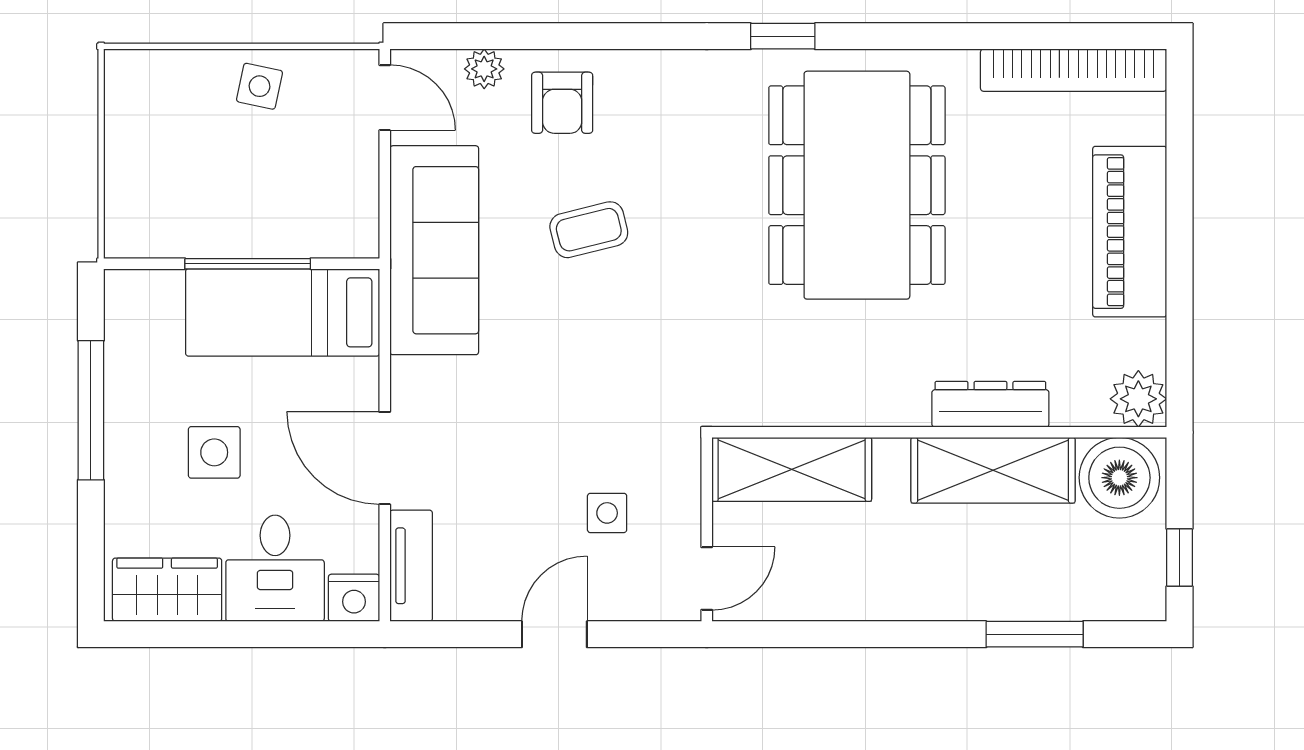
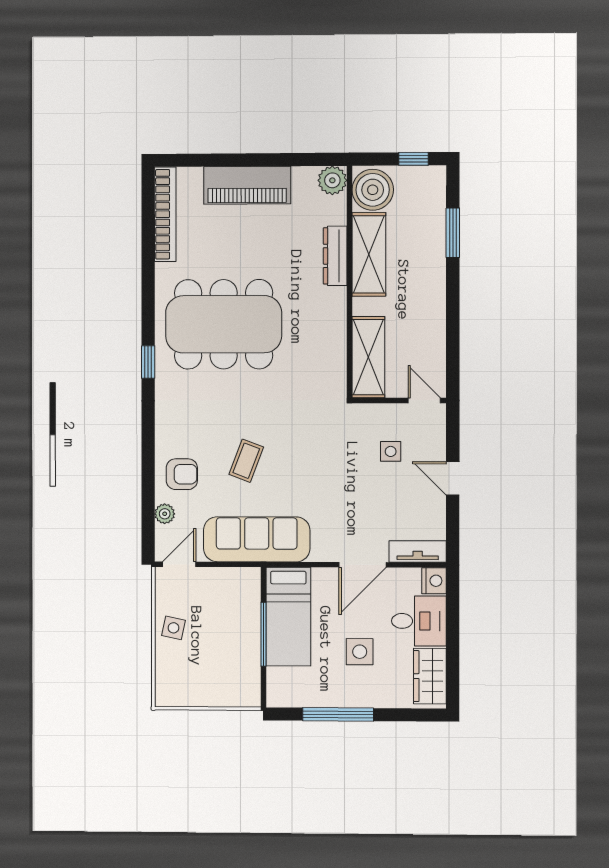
coffee table: (589, 230) -> (246, 461), turned 35

